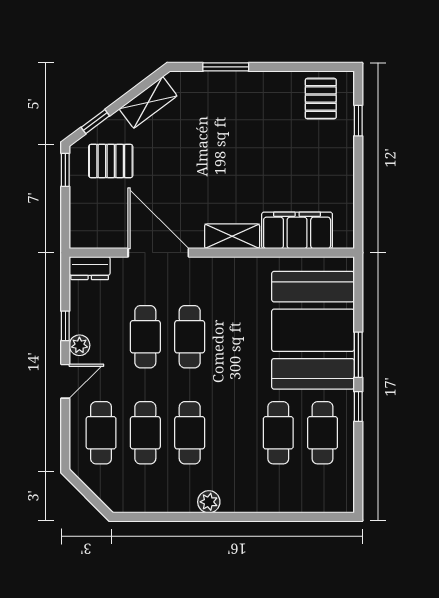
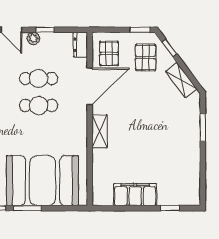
pallet: (321, 99) -> (109, 53), moved, turned 90
filing cabinet: (297, 230) -> (135, 195), moved, turned -90

